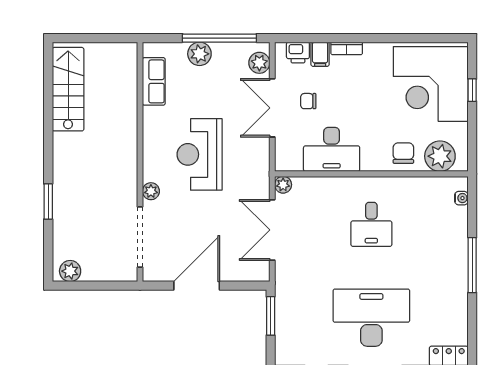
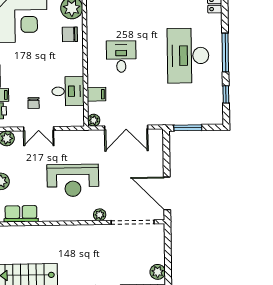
double door: (272, 108) -> (39, 129), width x0.73
desk: (332, 149) -> (68, 91), width x0.73
filing cabinet: (319, 189) -> (96, 94), added
desk: (371, 224) -> (121, 57), turned -90
door: (197, 286) -> (167, 193), moved

